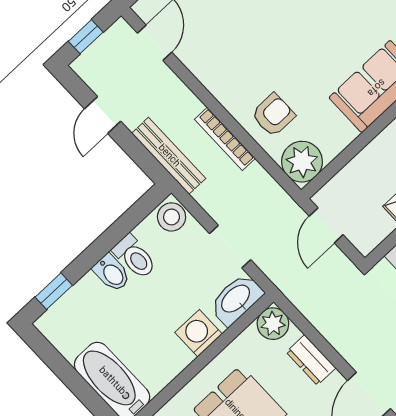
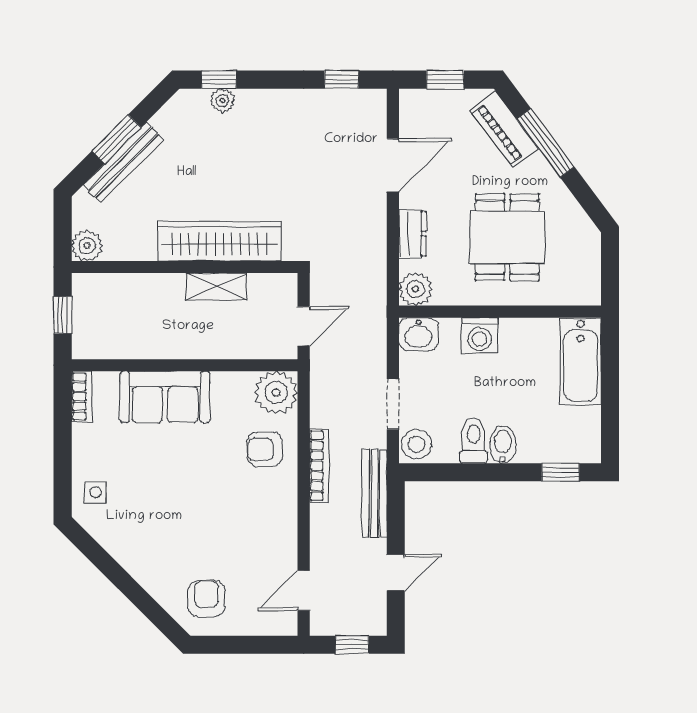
doorway: (230, 247) -> (393, 404), moved
washbasin: (236, 299) -> (419, 334), width x0.72

